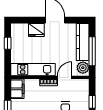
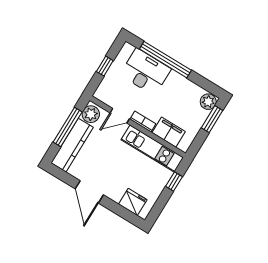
fridge: (36, 30) -> (133, 202), moved
window: (8, 43) -> (174, 181), moved
filing cabinet: (17, 89) -> (169, 132), moved, turned 90

